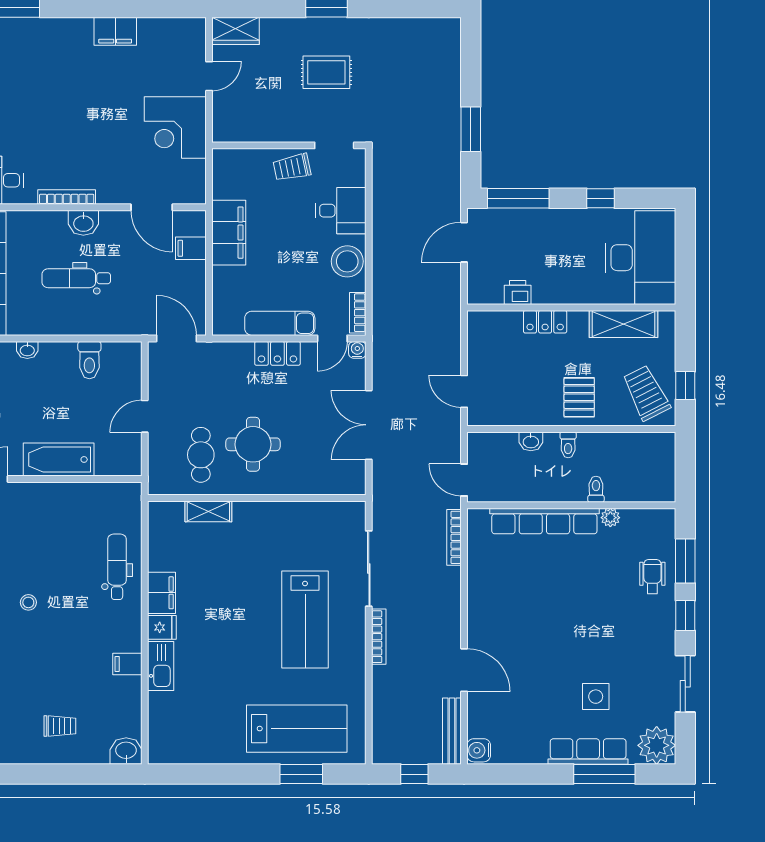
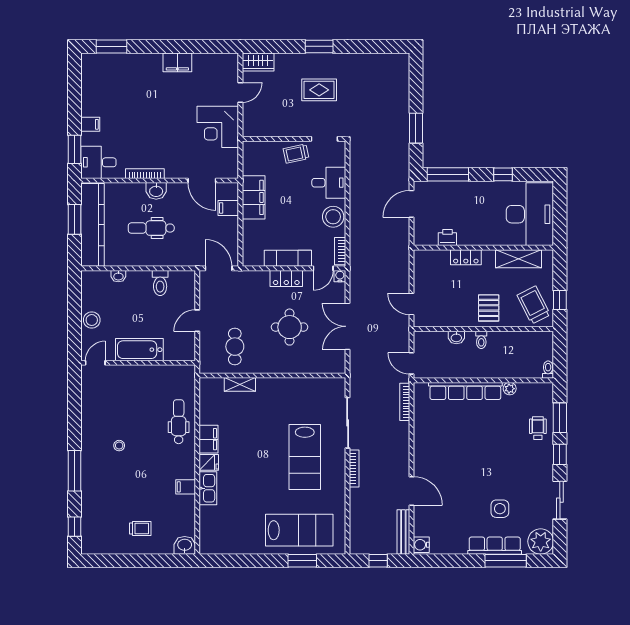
round table: (253, 444) -> (290, 327), moved
toilet: (596, 489) -> (548, 370), moved

